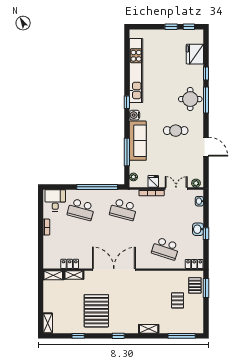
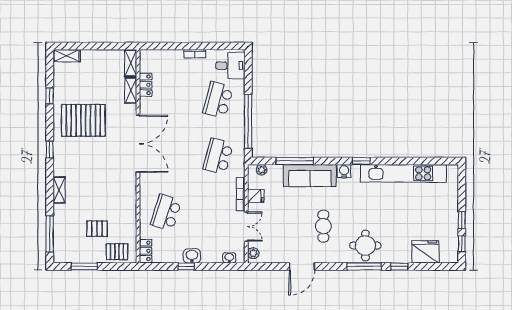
window: (206, 288) -> (84, 266), moved

